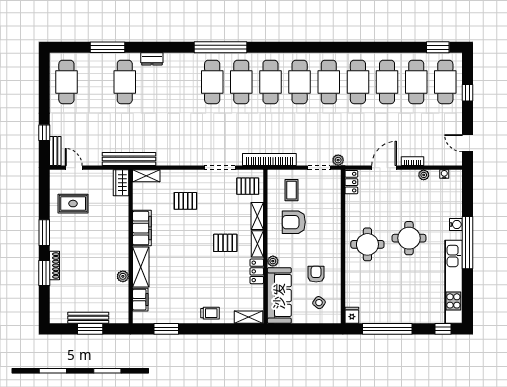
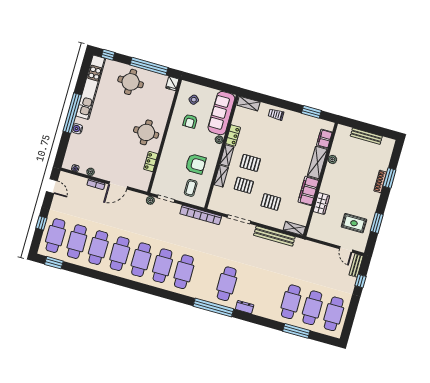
dresser: (152, 59) -> (245, 307), moved
cafe table: (241, 82) -> (312, 308), moved
bench: (129, 159) -> (274, 236), moved
locker: (351, 182) -> (151, 162), moved
wardrobe: (121, 183) -> (321, 203), moved
pallet: (248, 186) -> (244, 185), moved
window: (44, 233) -> (377, 223), moved
round table: (409, 238) -> (131, 82), moved
window: (90, 329) -> (367, 128), removed

